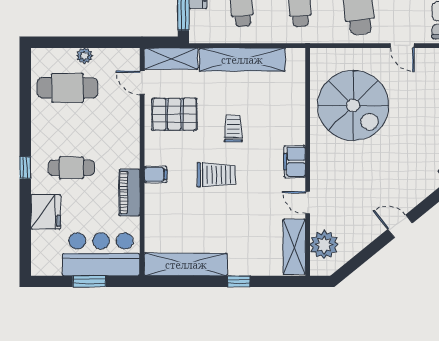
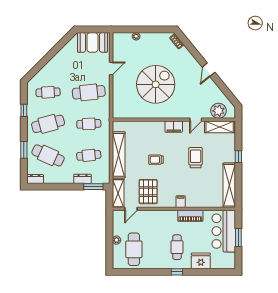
spiral stairs: (353, 105) -> (156, 84), moved
trolley: (216, 175) -> (196, 158), moved

